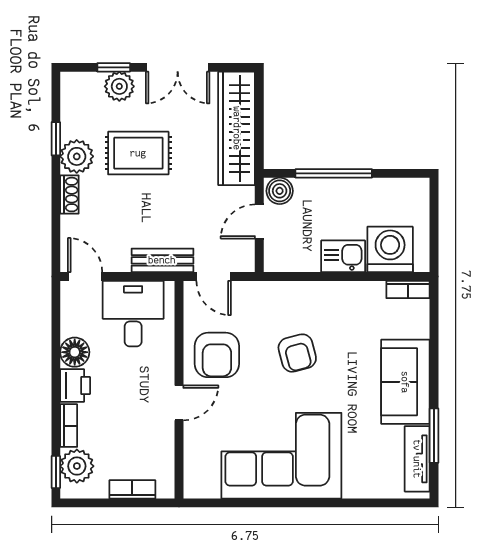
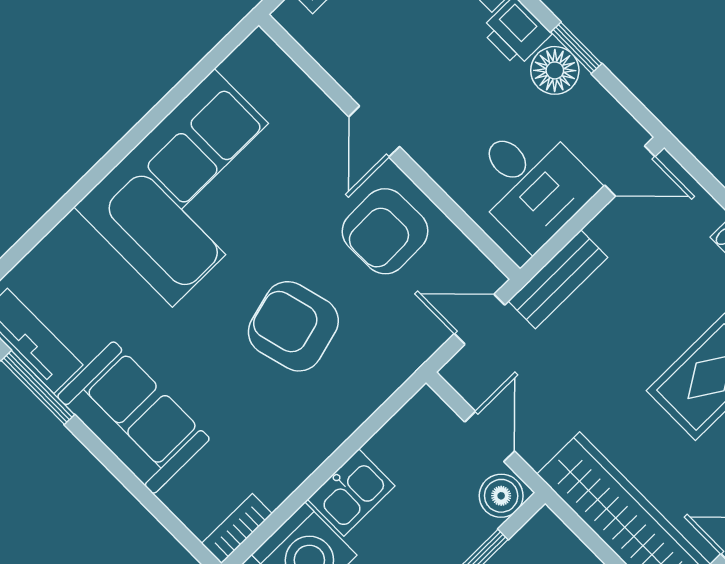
window: (56, 353) -> (576, 48), added
armchair: (297, 353) -> (293, 326), width x1.38, depth x1.38
armchair: (217, 355) -> (385, 231), turned -91

